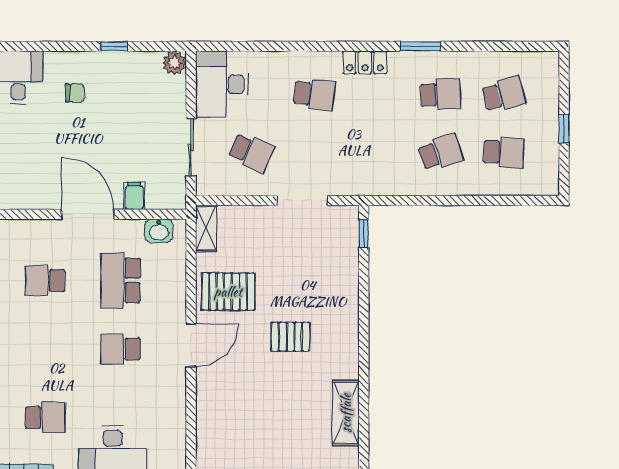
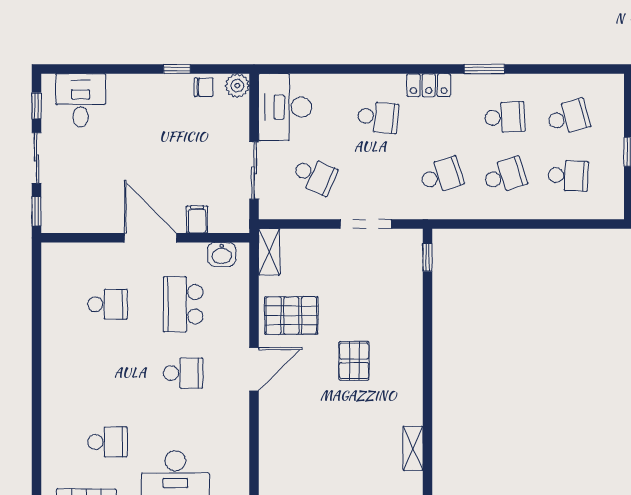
chair: (75, 93) -> (204, 87), moved
school desk: (377, 152) -> (441, 176), added
school desk: (45, 280) -> (107, 304), turned 180
pallet: (291, 337) -> (354, 361), turned 90
school desk: (120, 349) -> (183, 373), turned 180
shelving: (346, 413) -> (413, 448), width x0.67, depth x0.75

